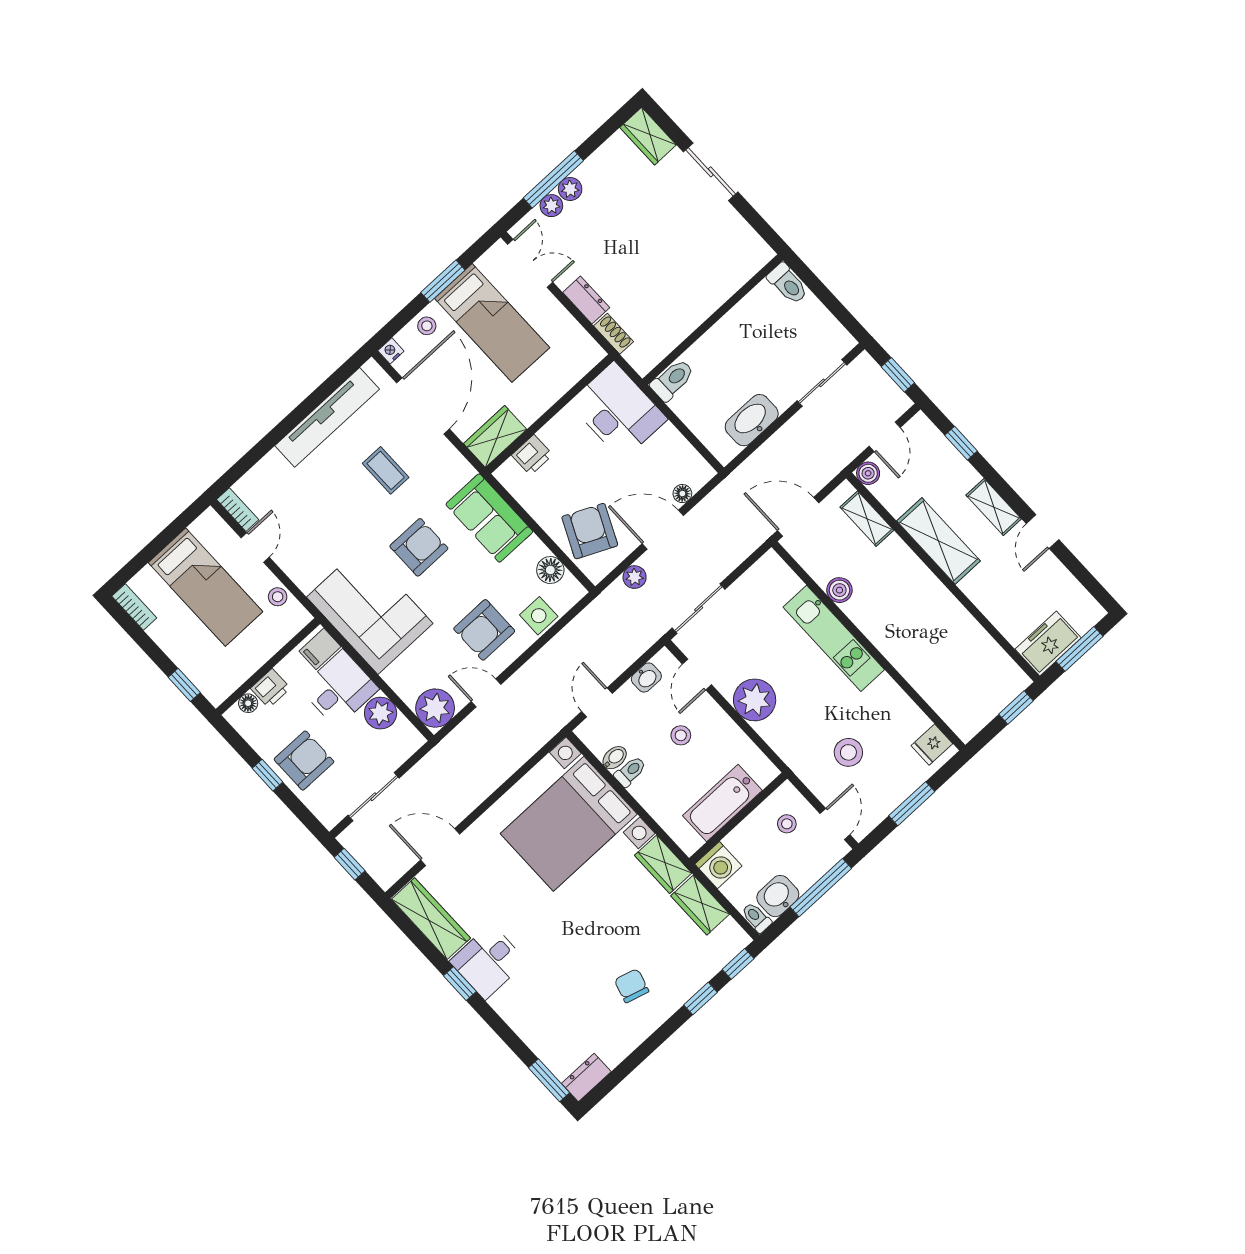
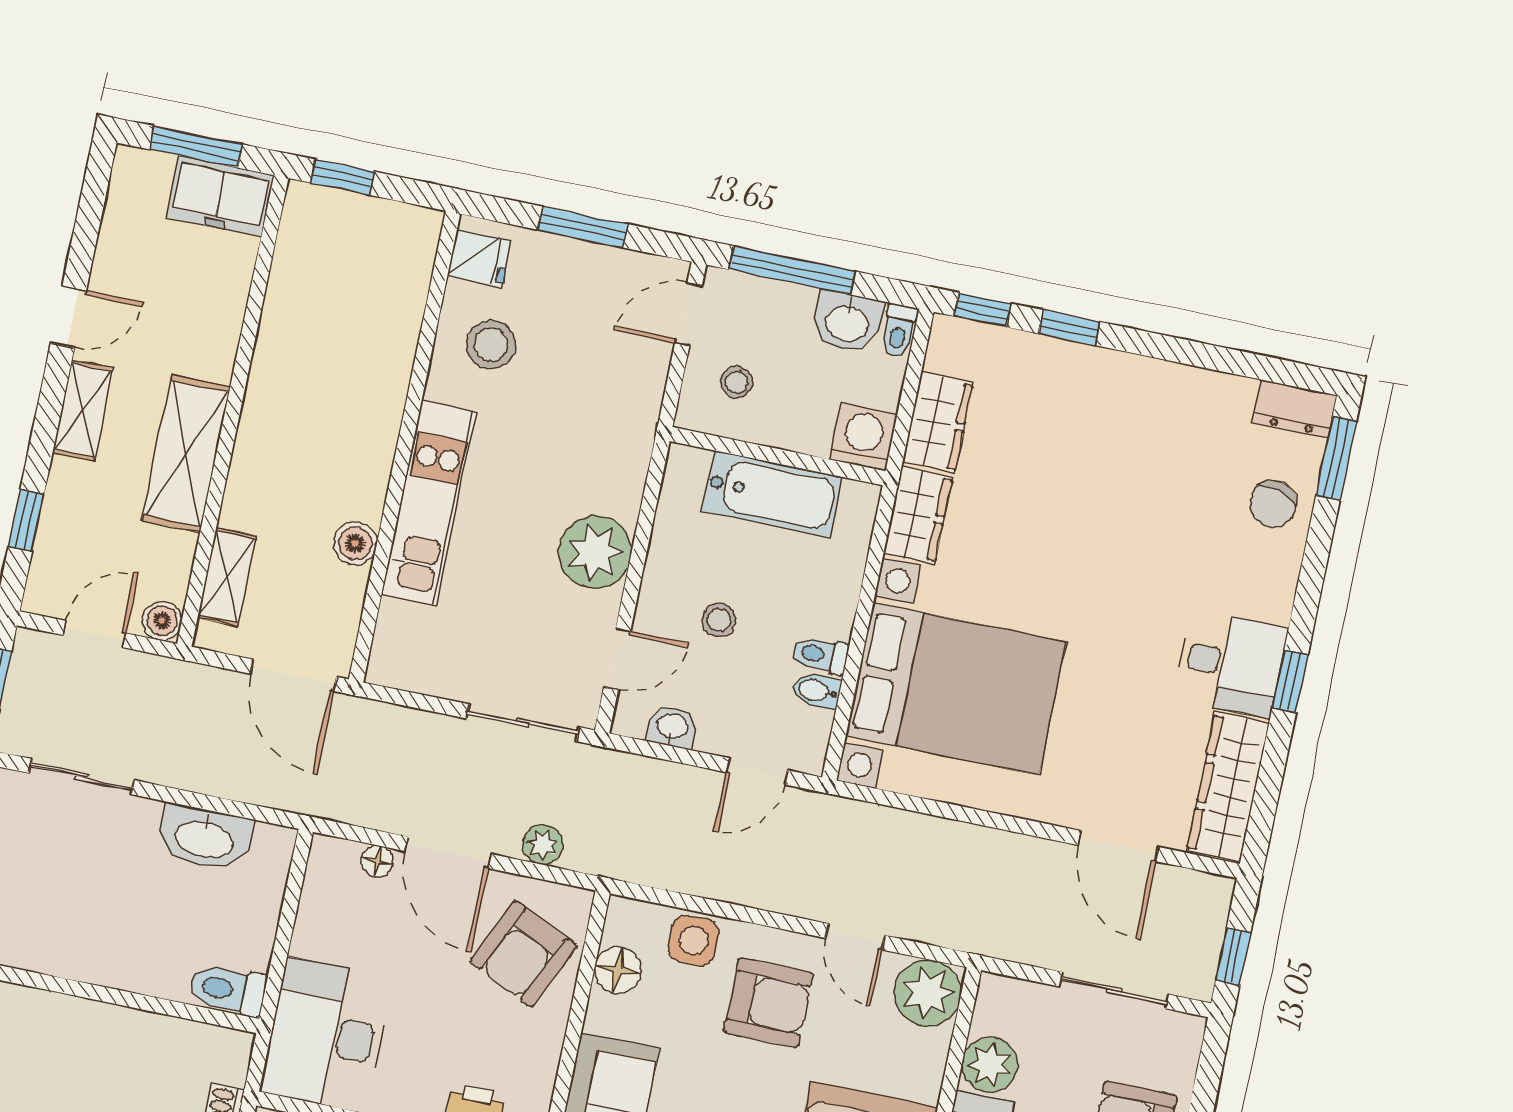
stool: (848, 752) -> (491, 345), moved
chair: (632, 986) -> (1273, 504), moved

